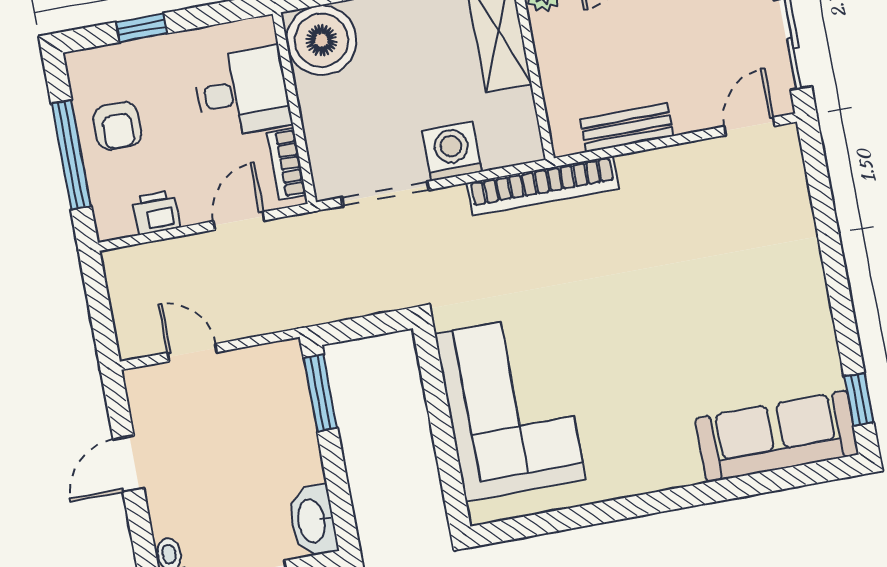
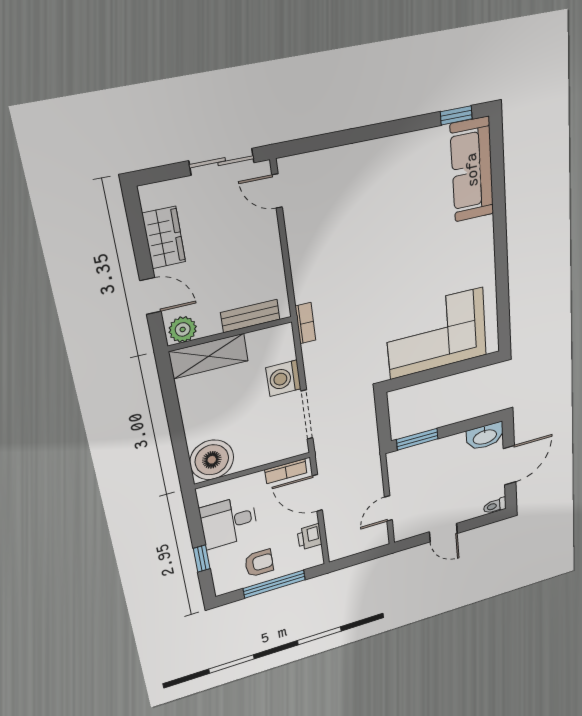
desk: (242, 92) -> (229, 522), moved, turned -90
bench: (627, 128) -> (250, 316), moved, turned 90
bookcase: (543, 186) -> (305, 323), width x0.43, depth x0.76
door: (239, 221) -> (317, 493), width x1.38

